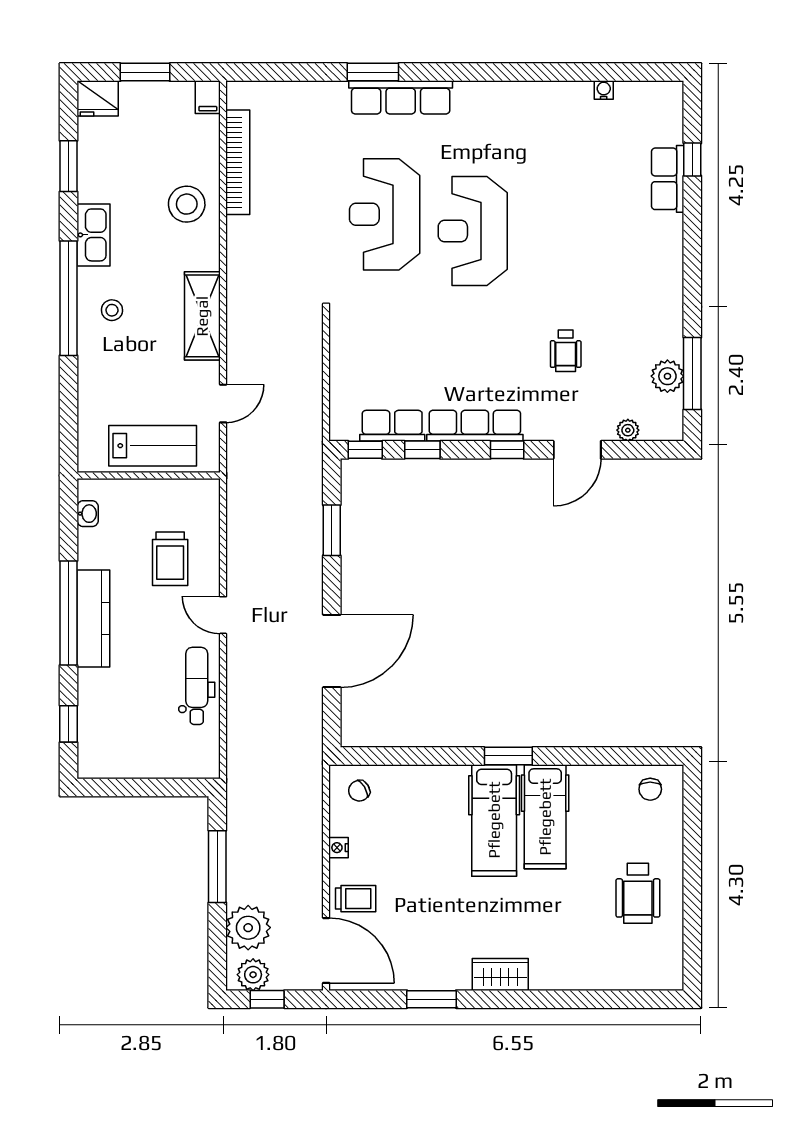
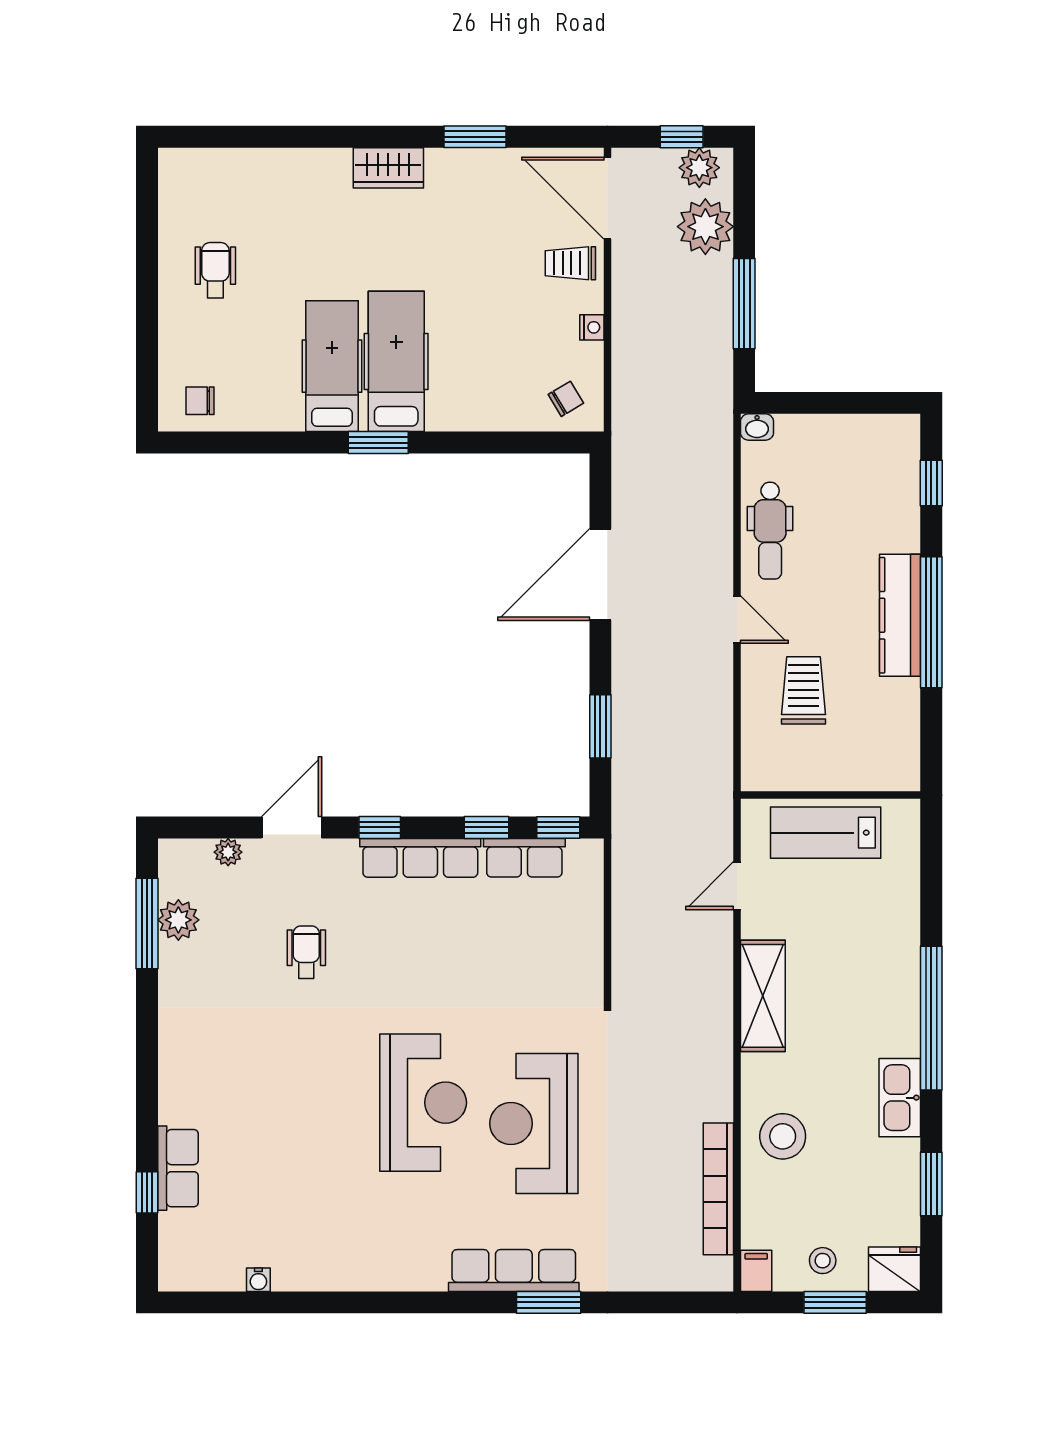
reception desk: (385, 214) -> (534, 1124), turned 180
stool: (112, 310) -> (823, 1261), moved
washbasin: (88, 514) -> (757, 427), moved, turned -90
chair: (650, 789) -> (200, 401), turned -90
wheelchair: (638, 893) -> (215, 270), width x0.73, depth x0.73

